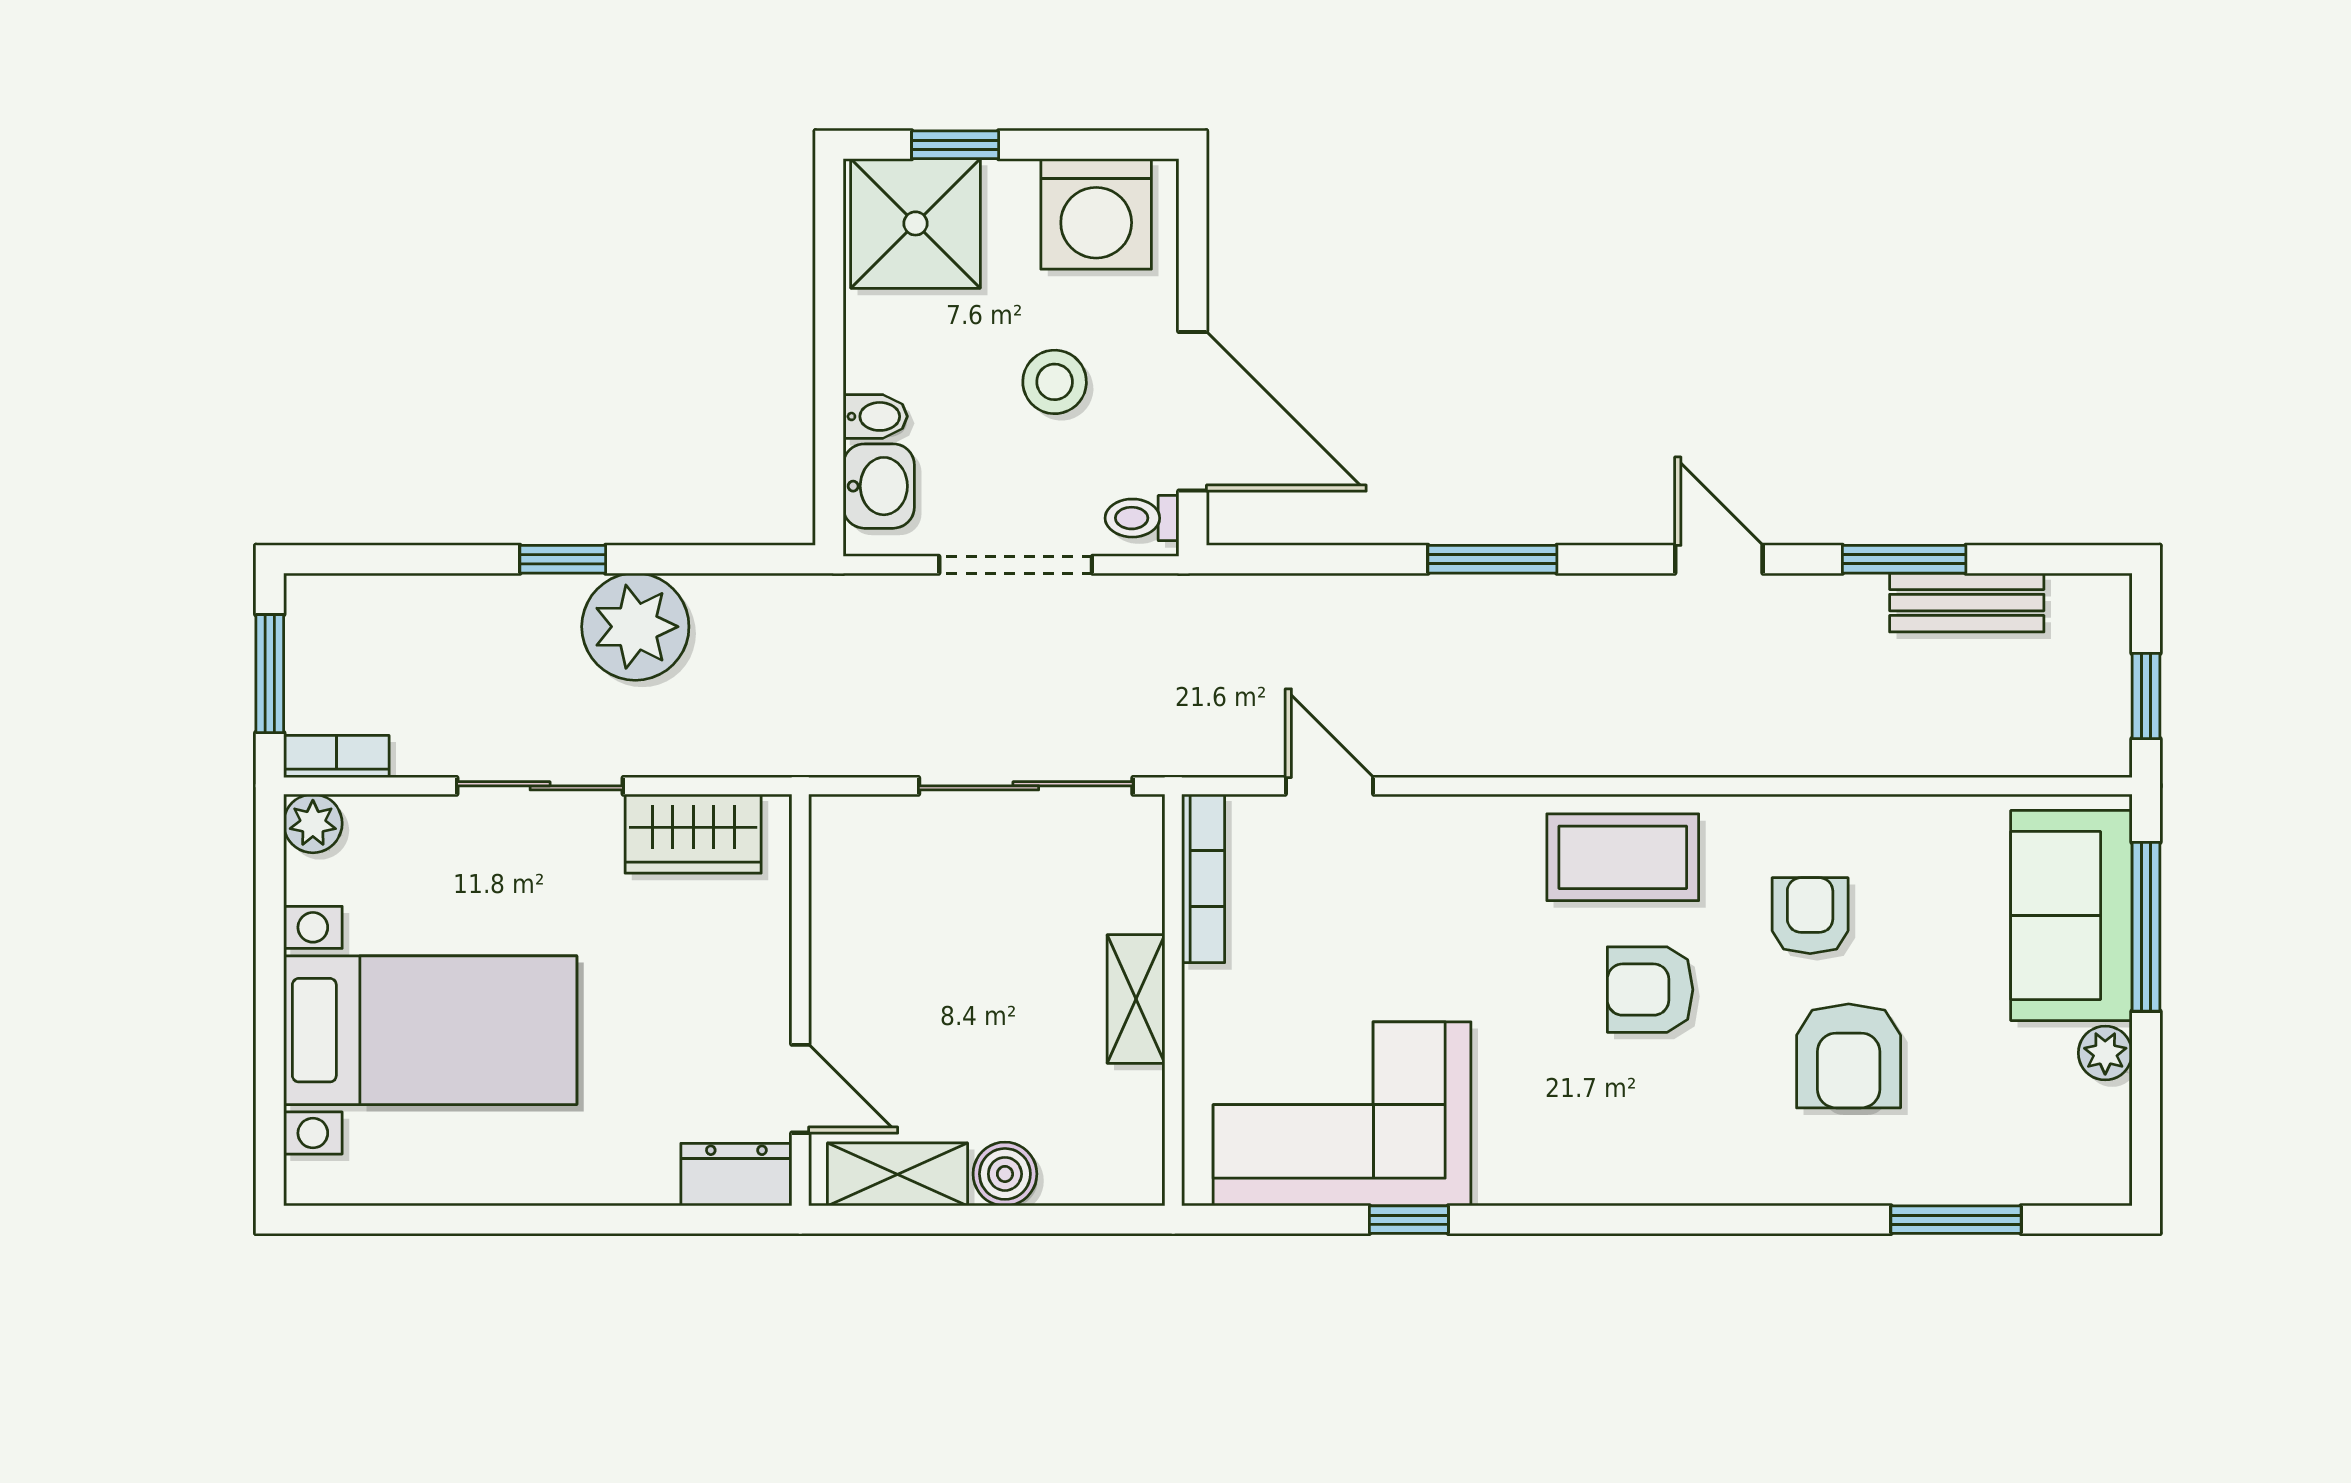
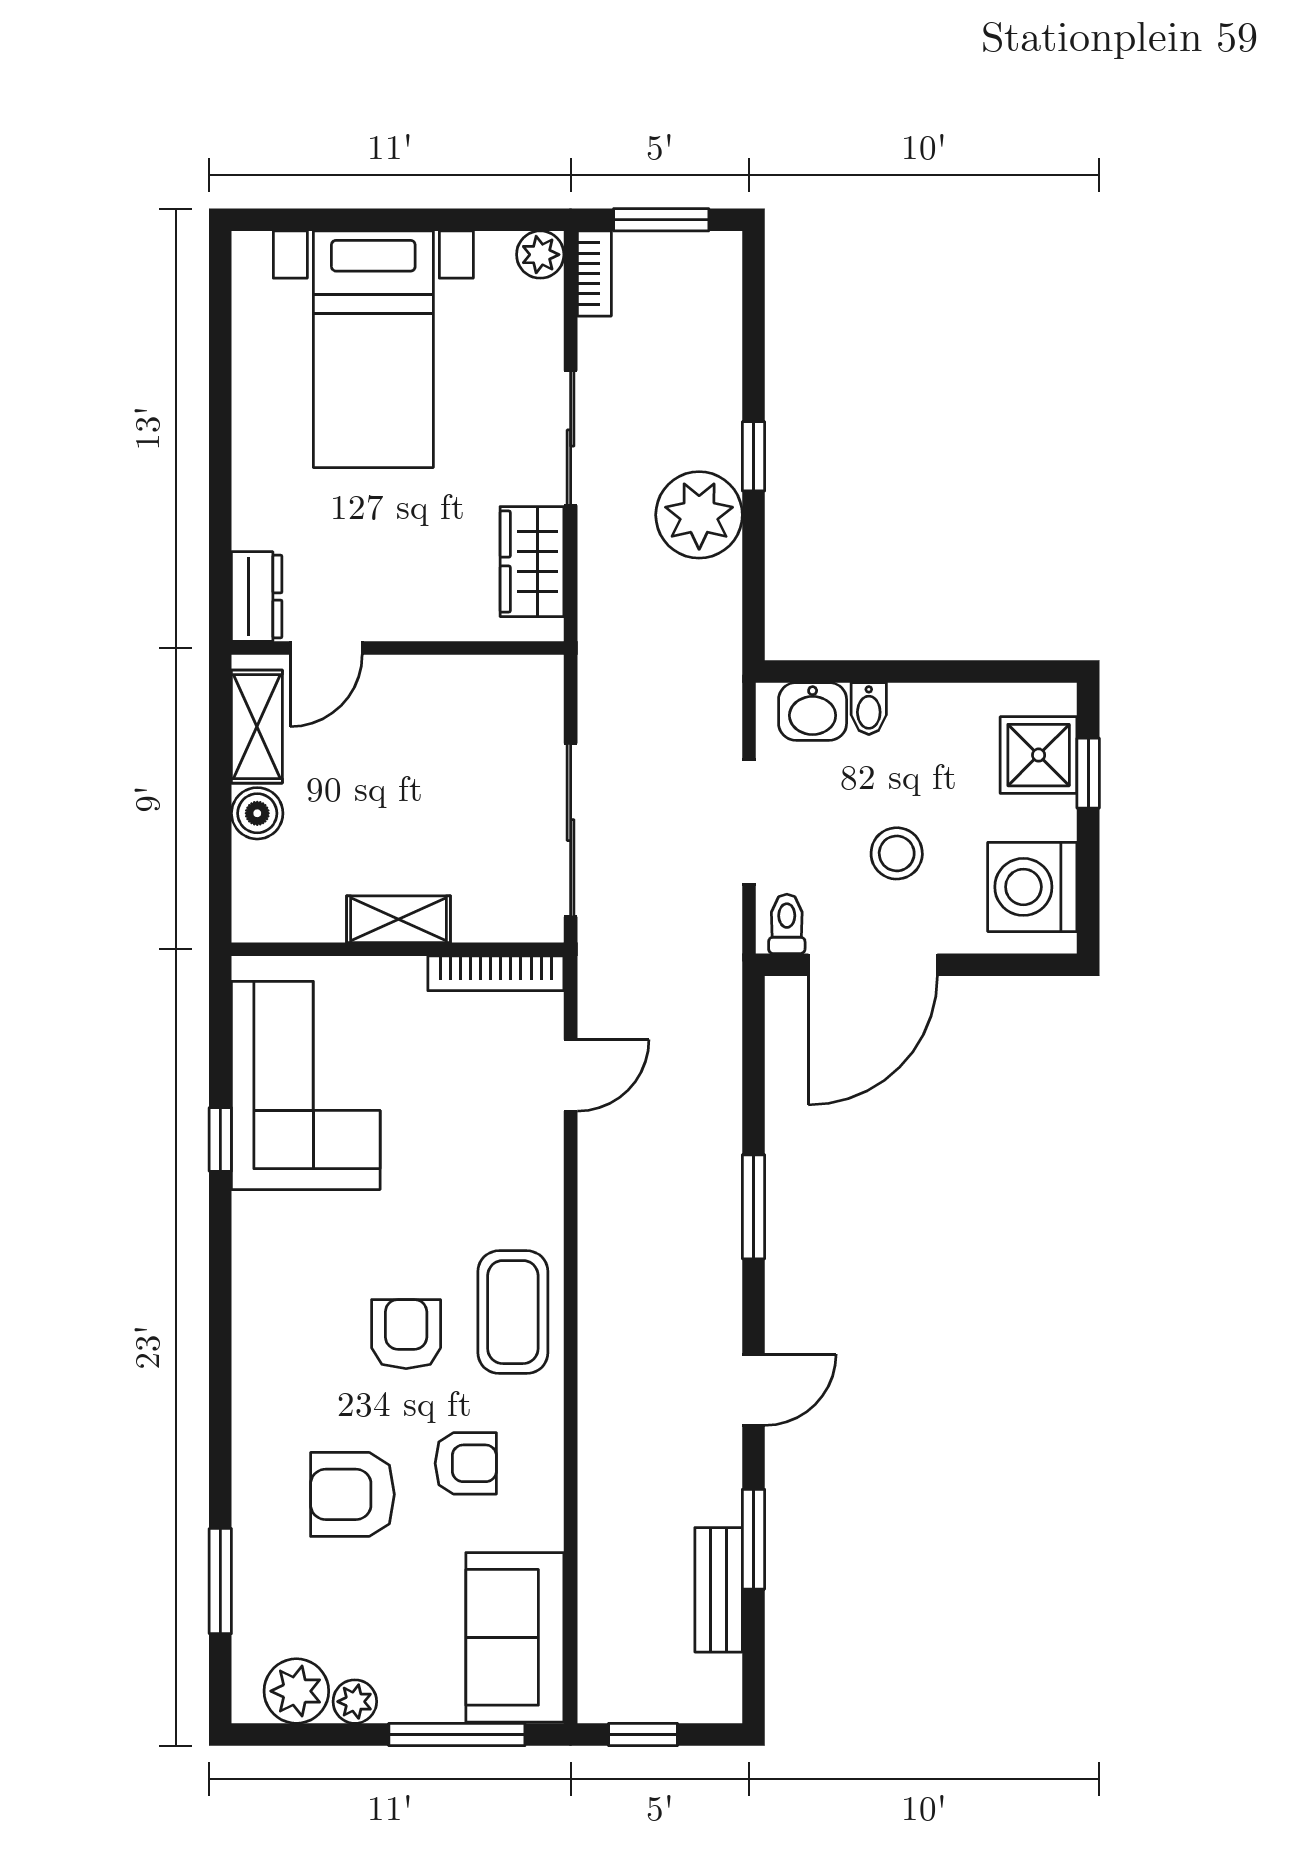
shower: (915, 223) -> (1039, 755), width x0.73, depth x0.73
sofa: (2071, 916) -> (515, 1637), moved, turned -90
plant: (2092, 1125) -> (296, 1691), added

